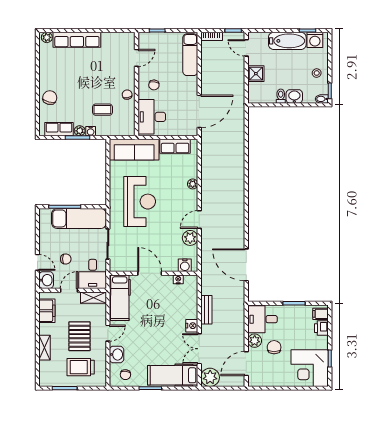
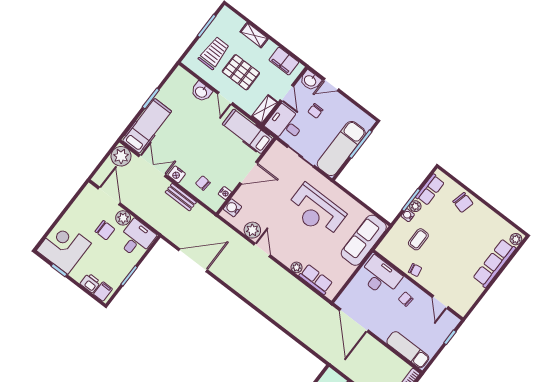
row of seats: (175, 146) -> (316, 279), moved, turned 90
chair: (125, 375) -> (203, 183), moved

